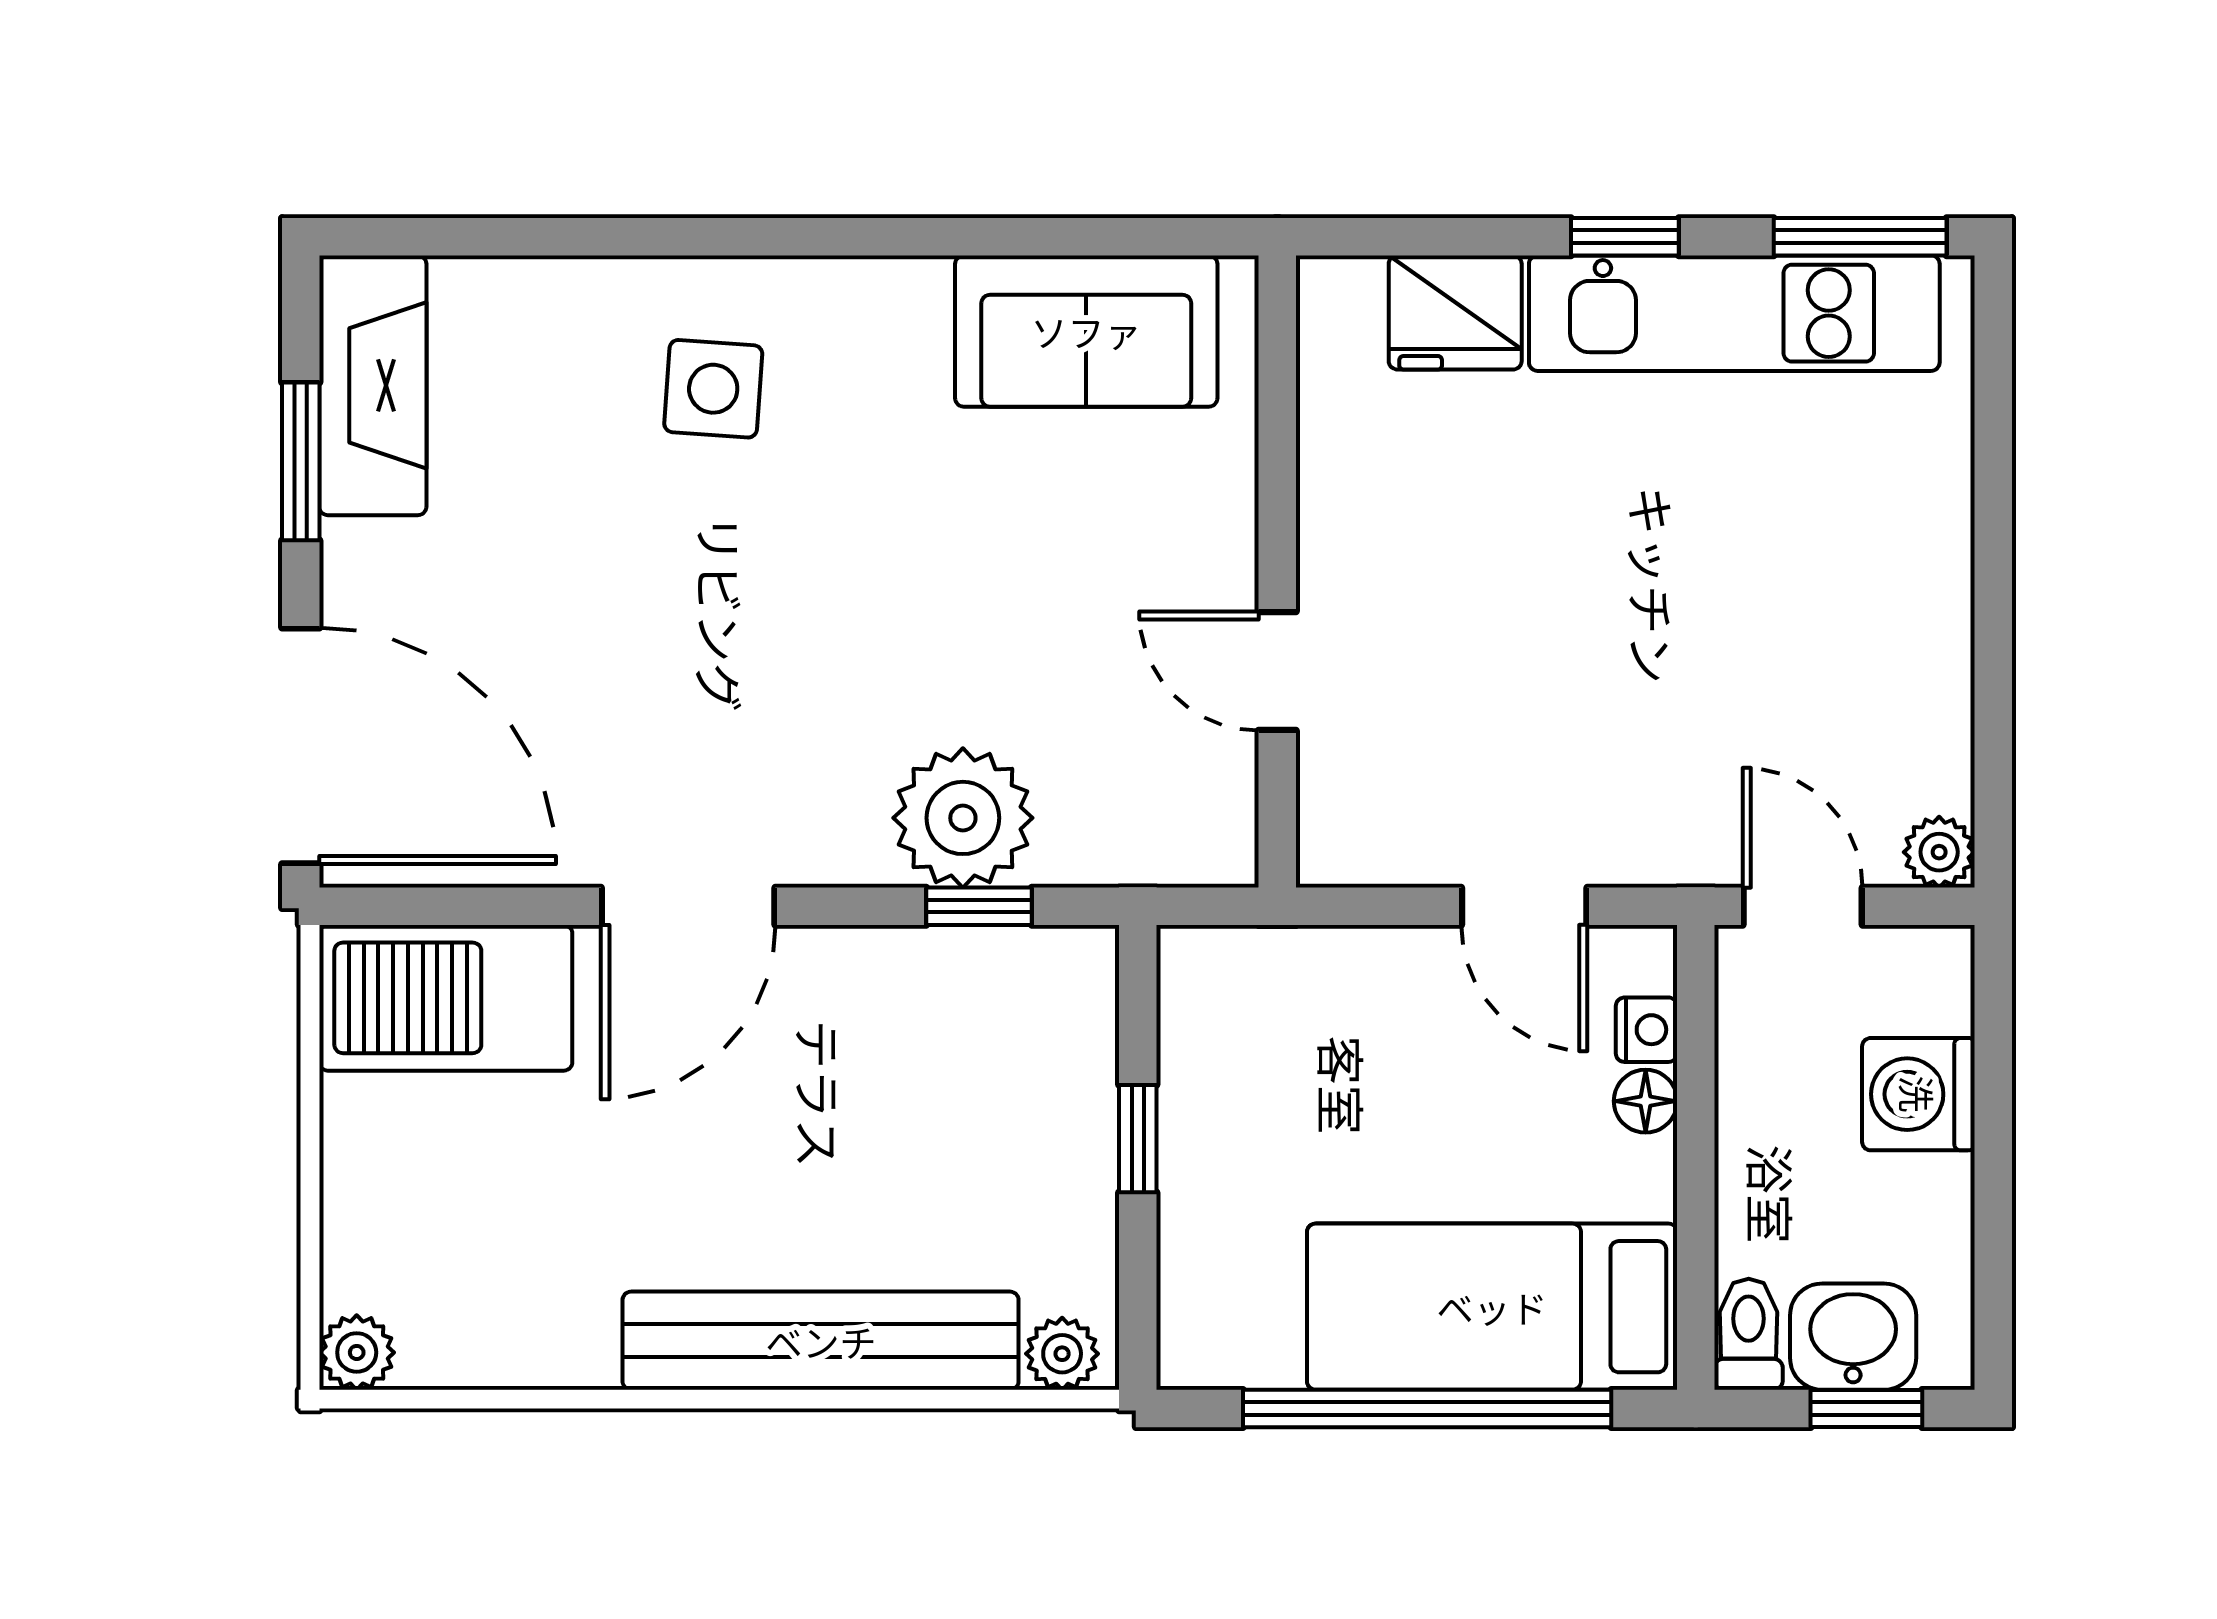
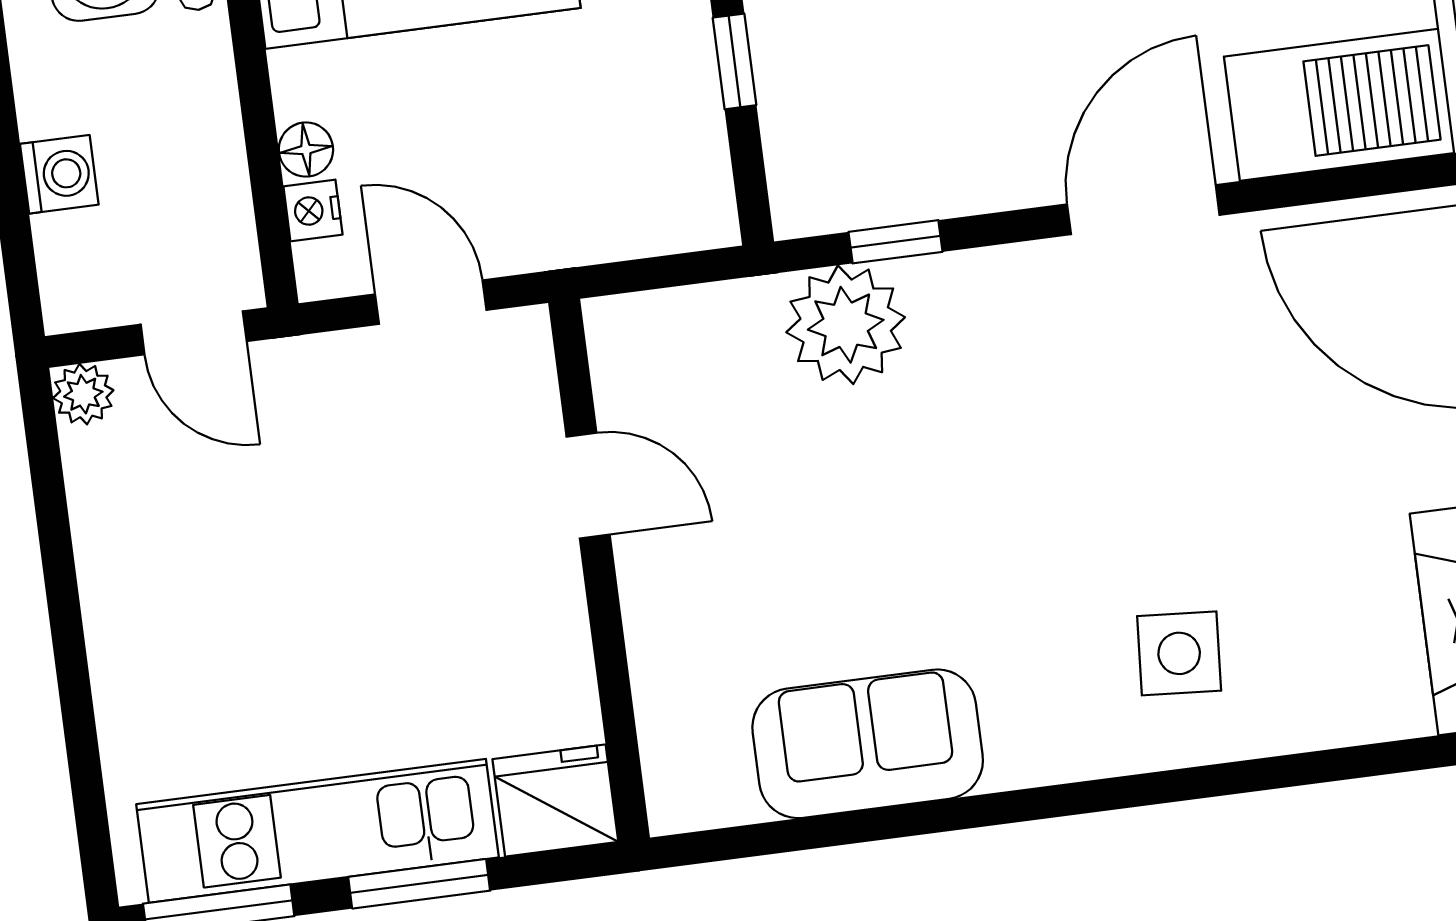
window: (1625, 237) -> (419, 884), width x1.50
wall: (1277, 571) -> (599, 570), moved
door: (1277, 671) -> (588, 486), moved
plant: (963, 818) -> (846, 325), moved
washing machine: (1918, 1094) -> (59, 174), width x0.73, depth x0.73

